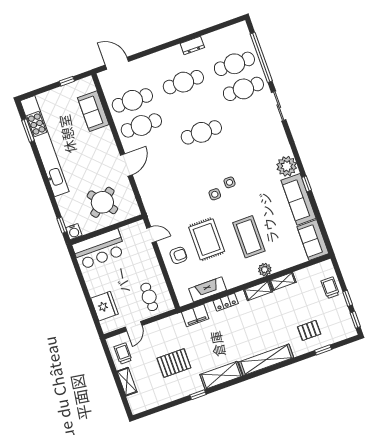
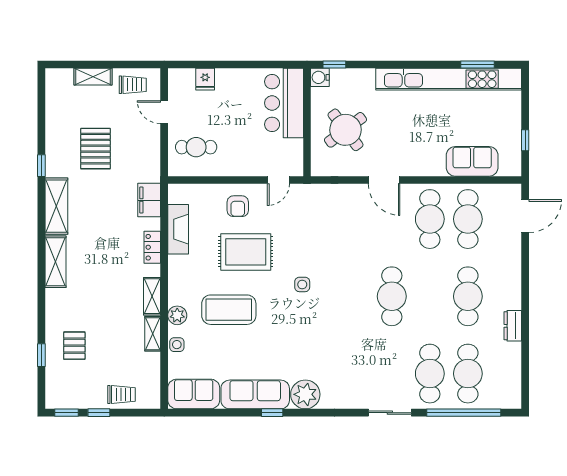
side table: (230, 182) -> (177, 345), moved
fridge: (105, 306) -> (205, 79), width x0.53, depth x0.75
shelving: (266, 360) -> (55, 262), width x0.68

